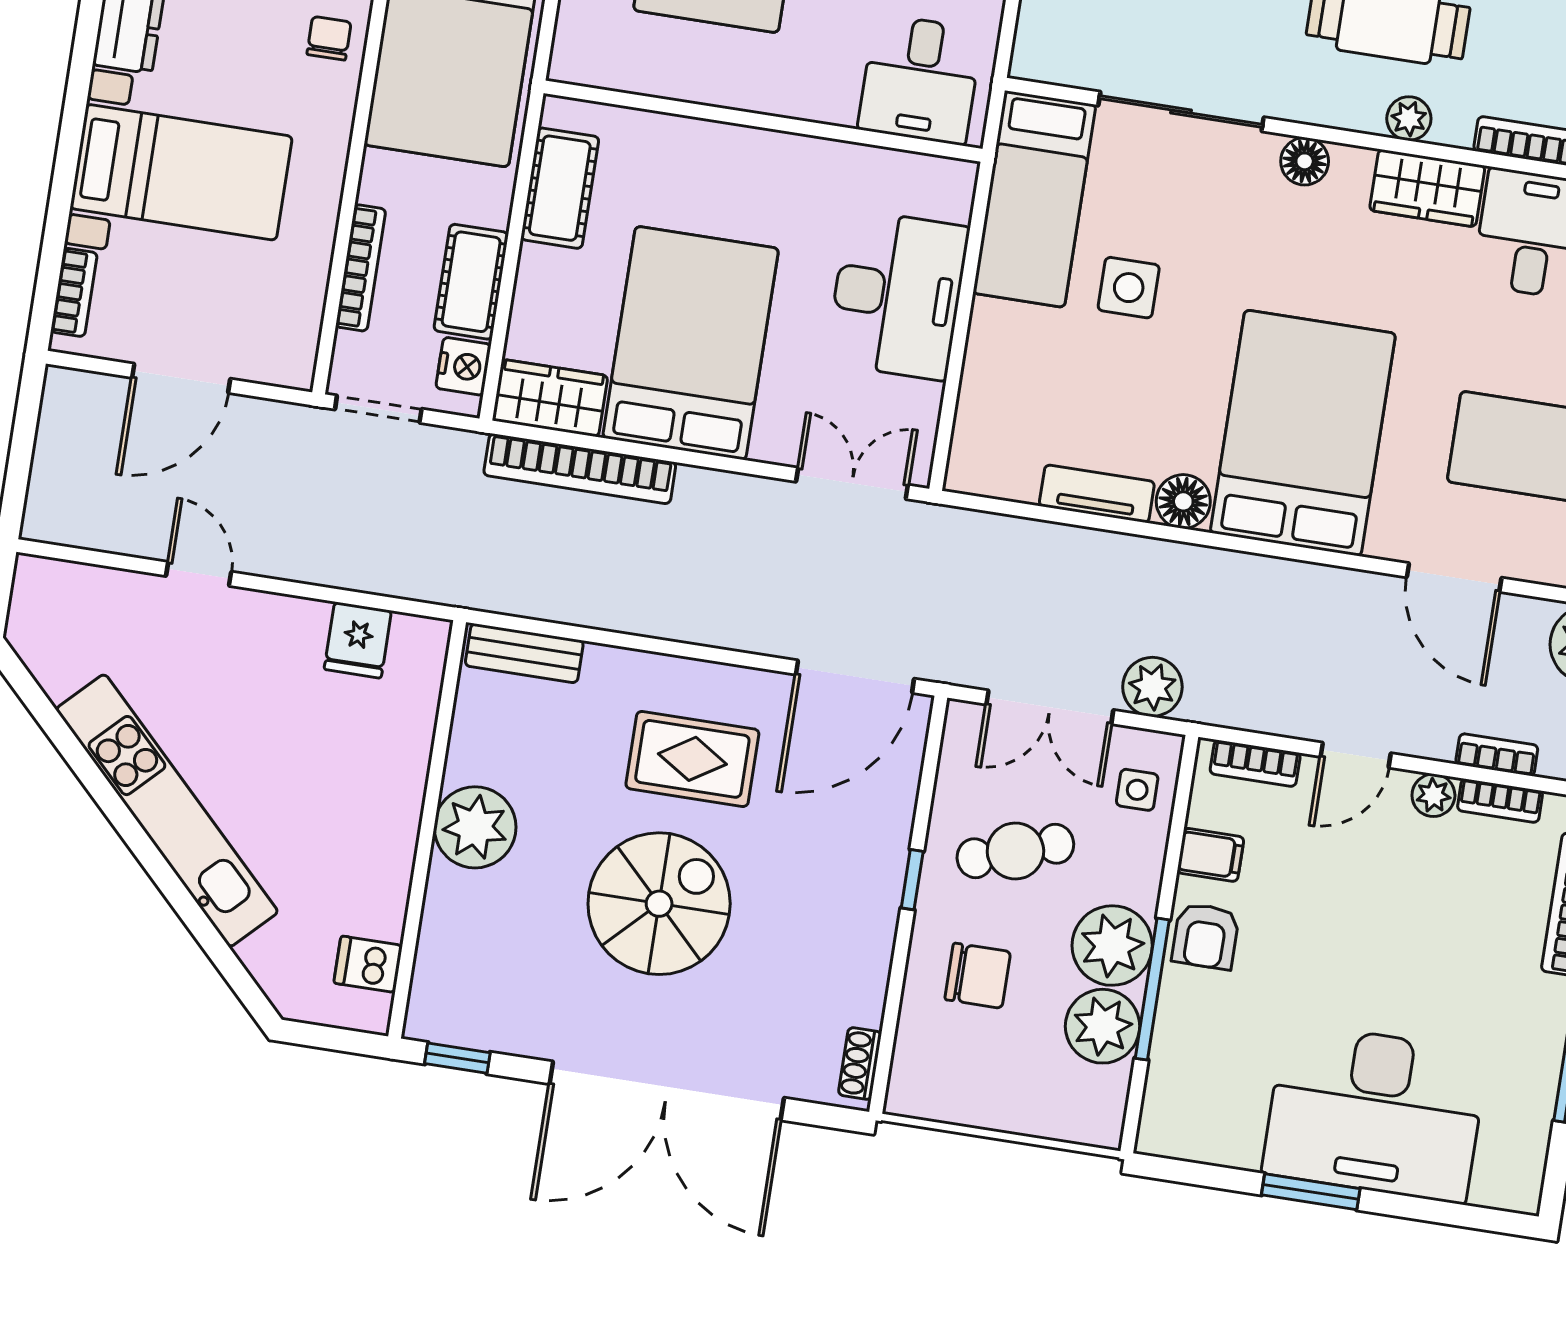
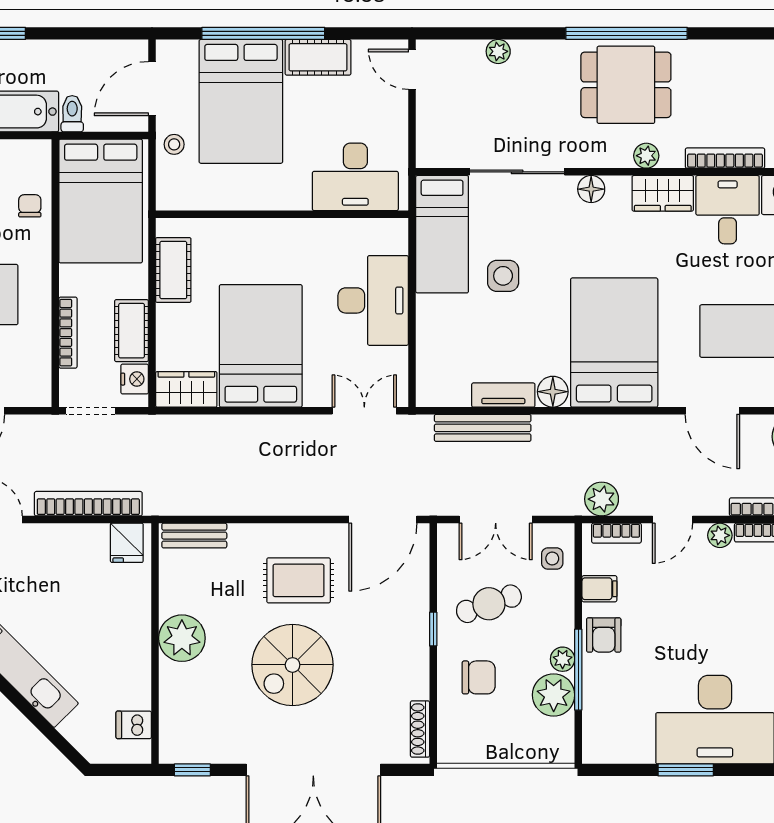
desk: (920, 79) -> (355, 177), width x1.37
bookcase: (580, 469) -> (88, 504), moved, turned 180
bench: (1052, 545) -> (483, 428), added
fridge: (358, 640) -> (127, 543), moved
plant: (1152, 687) -> (602, 499), moved
spiral stairs: (659, 904) -> (293, 665), turned 180
plant: (1112, 946) -> (563, 659), width x0.53, depth x0.53
shoe rack: (860, 1064) -> (420, 729), width x1.43

